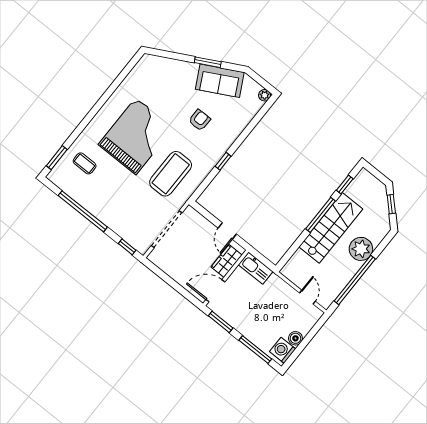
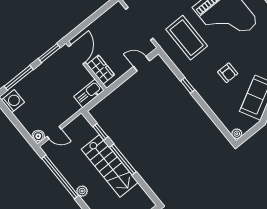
window: (345, 185) -> (100, 132), moved
door: (227, 231) -> (142, 64), moved
plant: (361, 249) -> (82, 191), width x0.53, depth x0.53
boiler: (295, 338) -> (38, 136), moved

